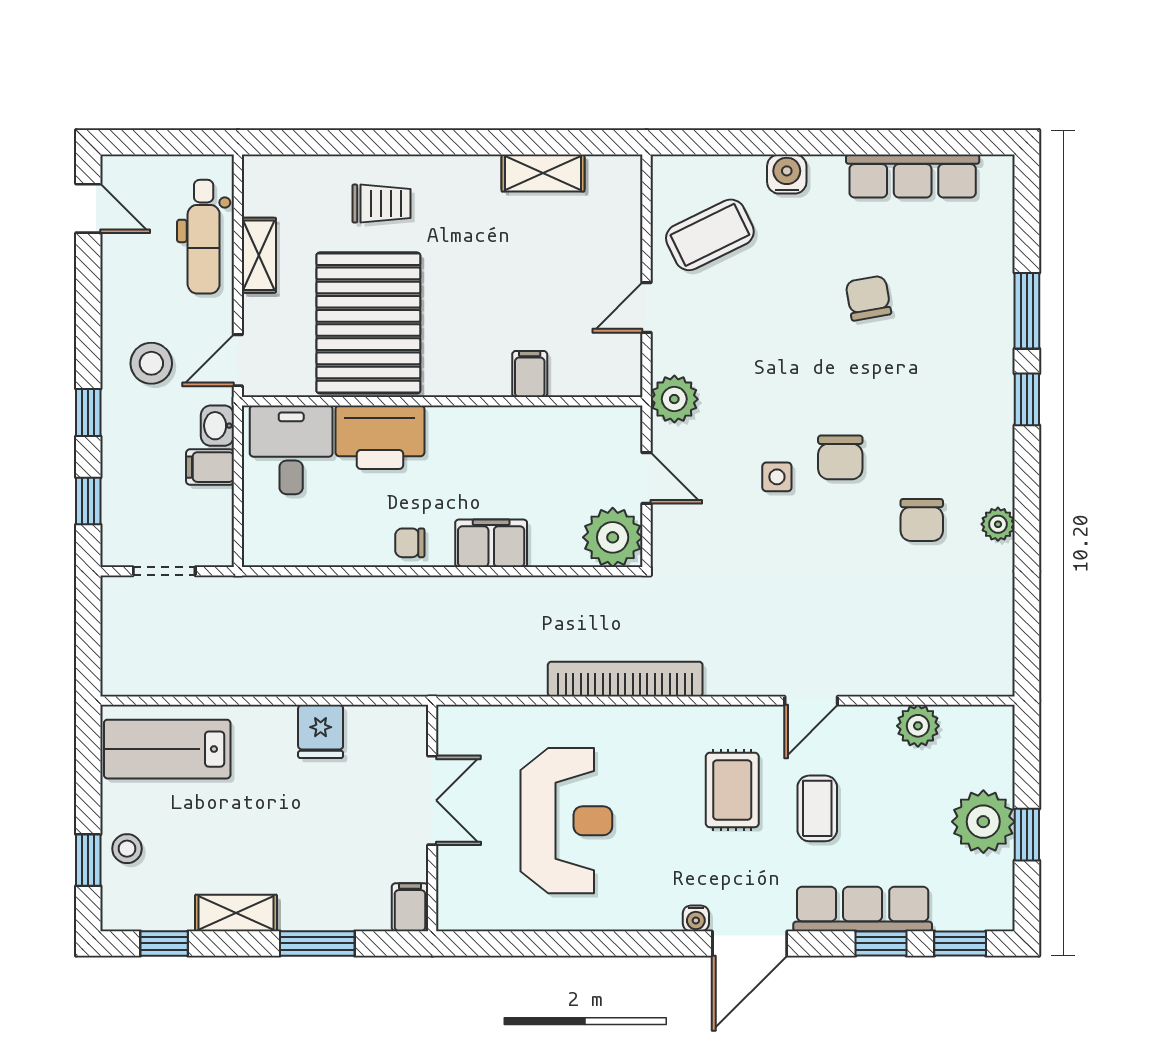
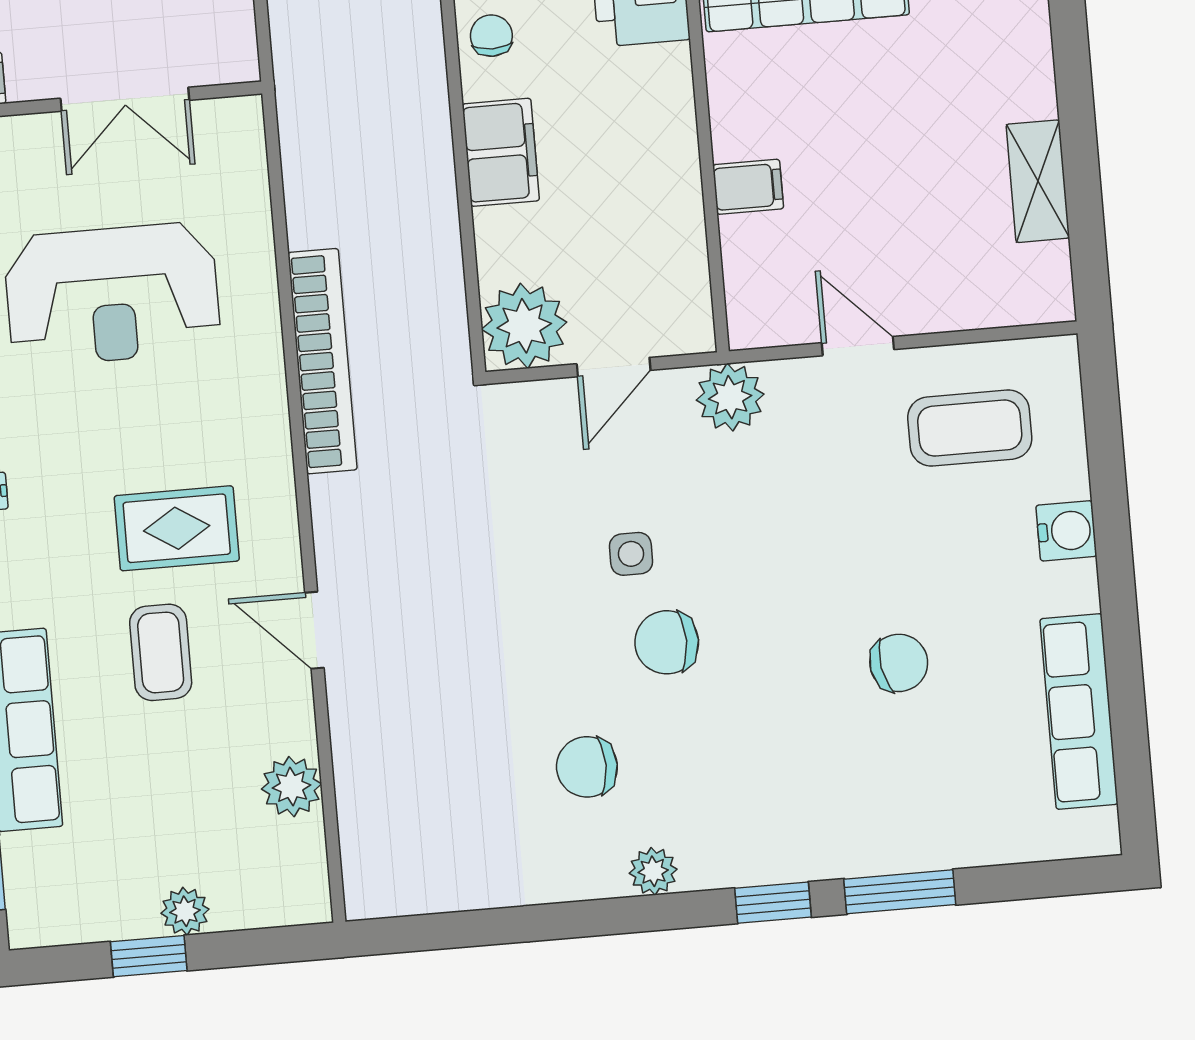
coffee table: (710, 235) -> (970, 428), turned -64
plant: (998, 524) -> (653, 871), moved
coffee table: (817, 808) -> (161, 652), turned 90
plant: (983, 822) -> (185, 911), width x0.53, depth x0.53

